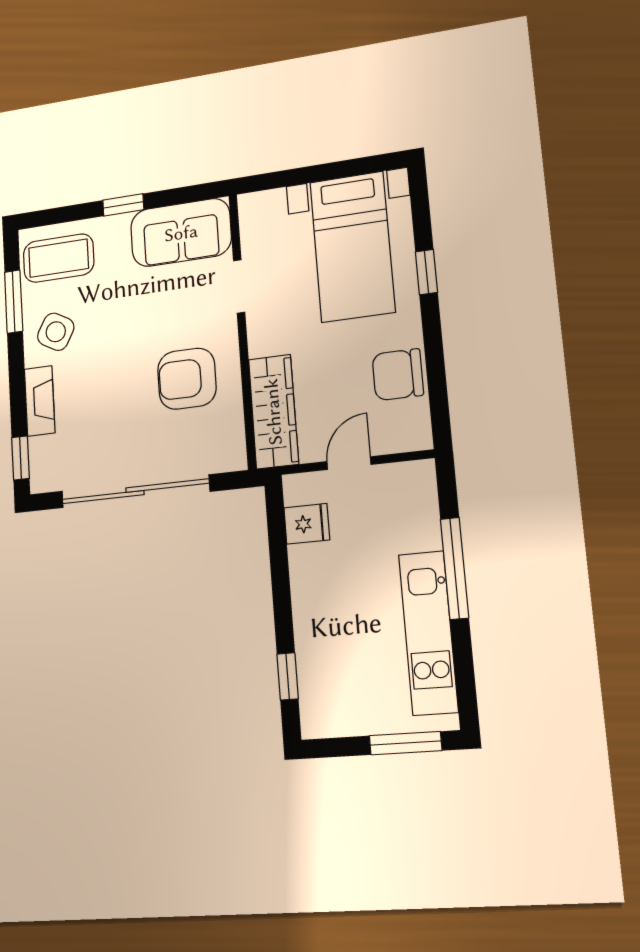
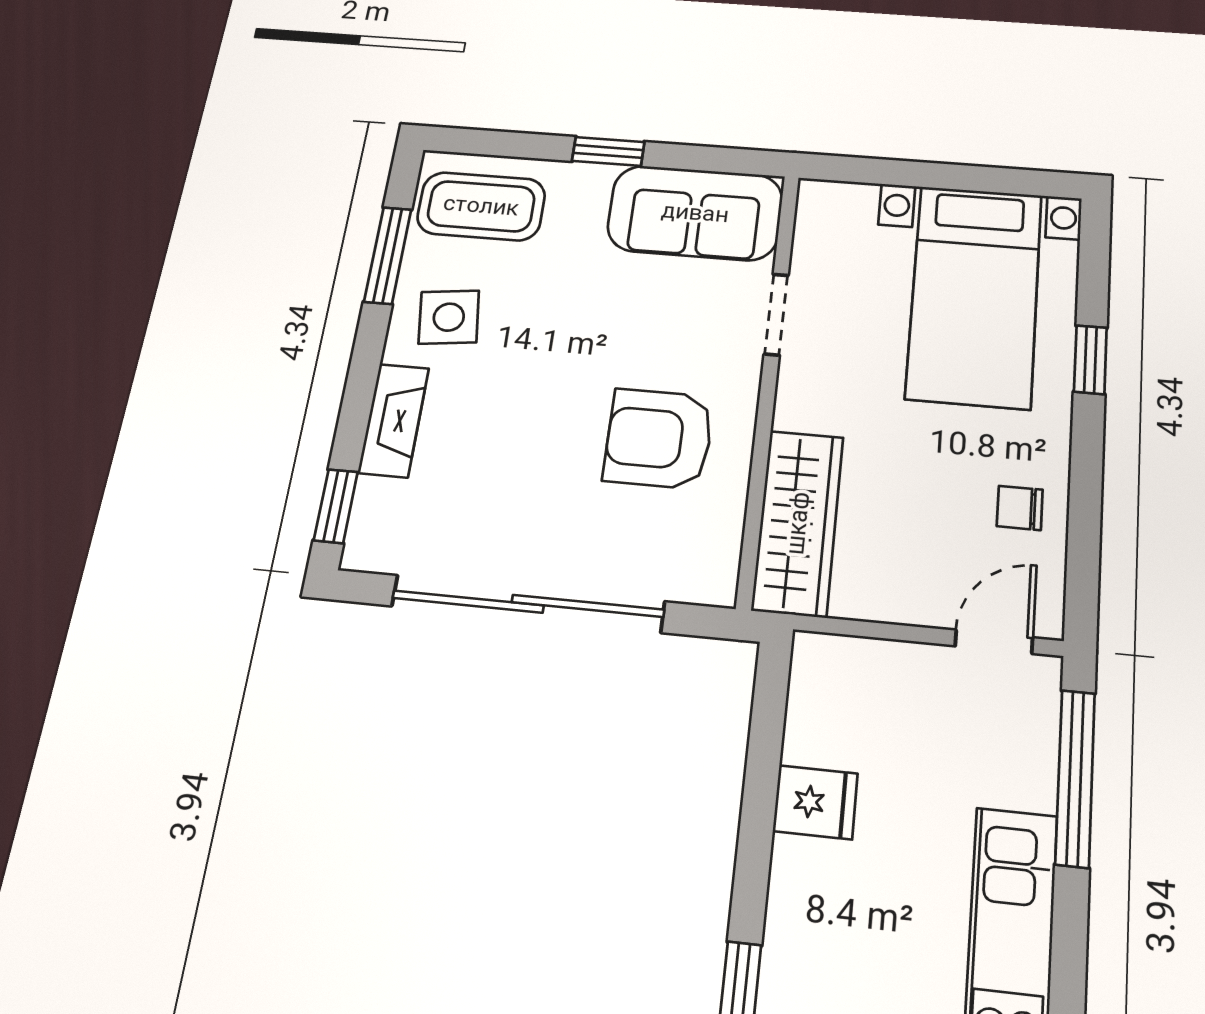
side table: (56, 332) -> (449, 317), turned -36
chair: (398, 375) -> (1020, 508), width x0.54, depth x0.54
door: (349, 463) -> (994, 642), moved
fridge: (307, 524) -> (815, 802), moved
window: (455, 568) -> (1075, 778), moved

